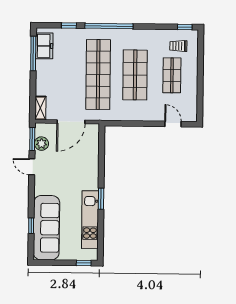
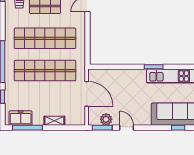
shop shelf: (135, 75) -> (45, 38), width x1.40
shelving: (40, 108) -> (54, 121), moved
door: (32, 167) -> (126, 128), swing flipped

